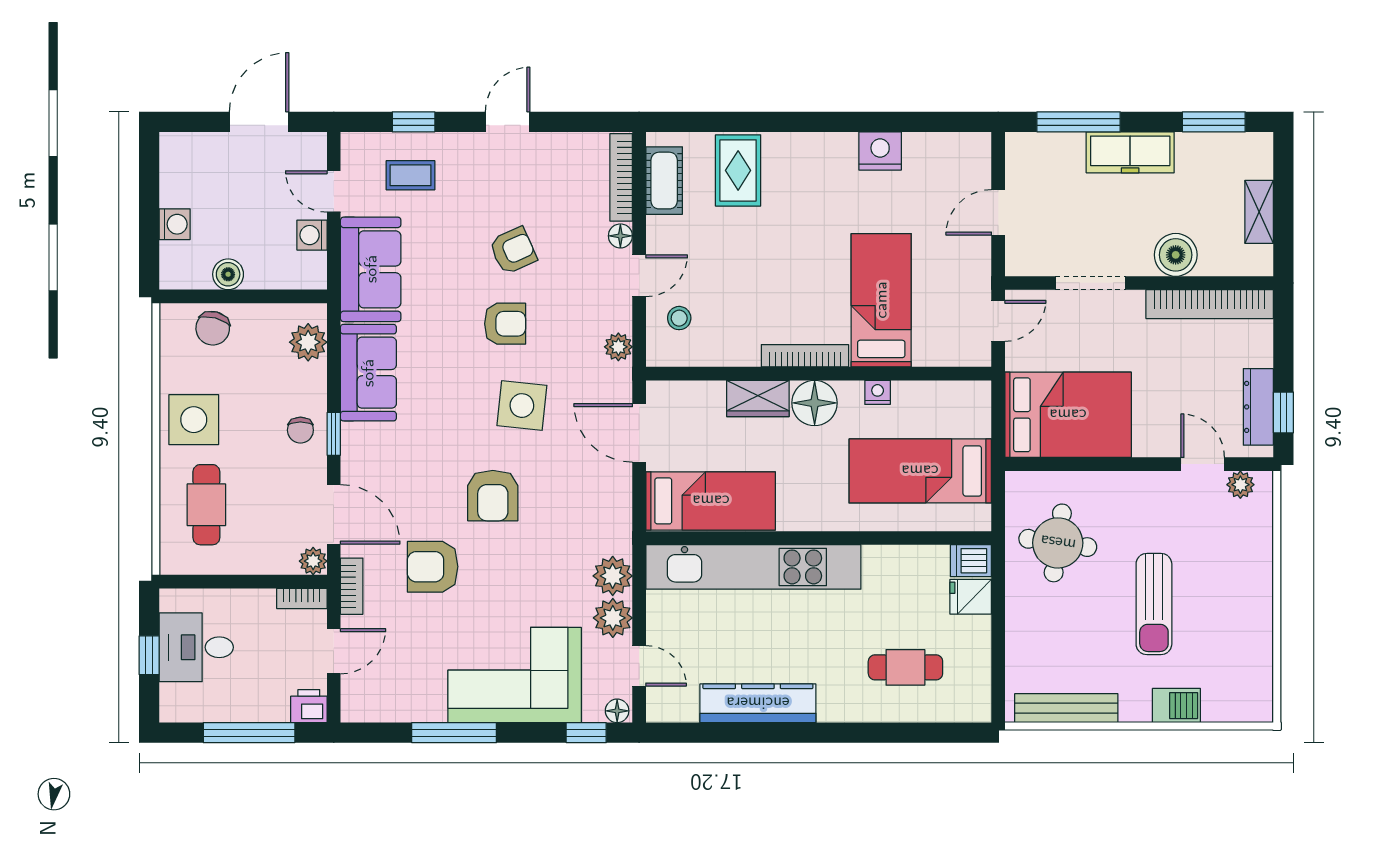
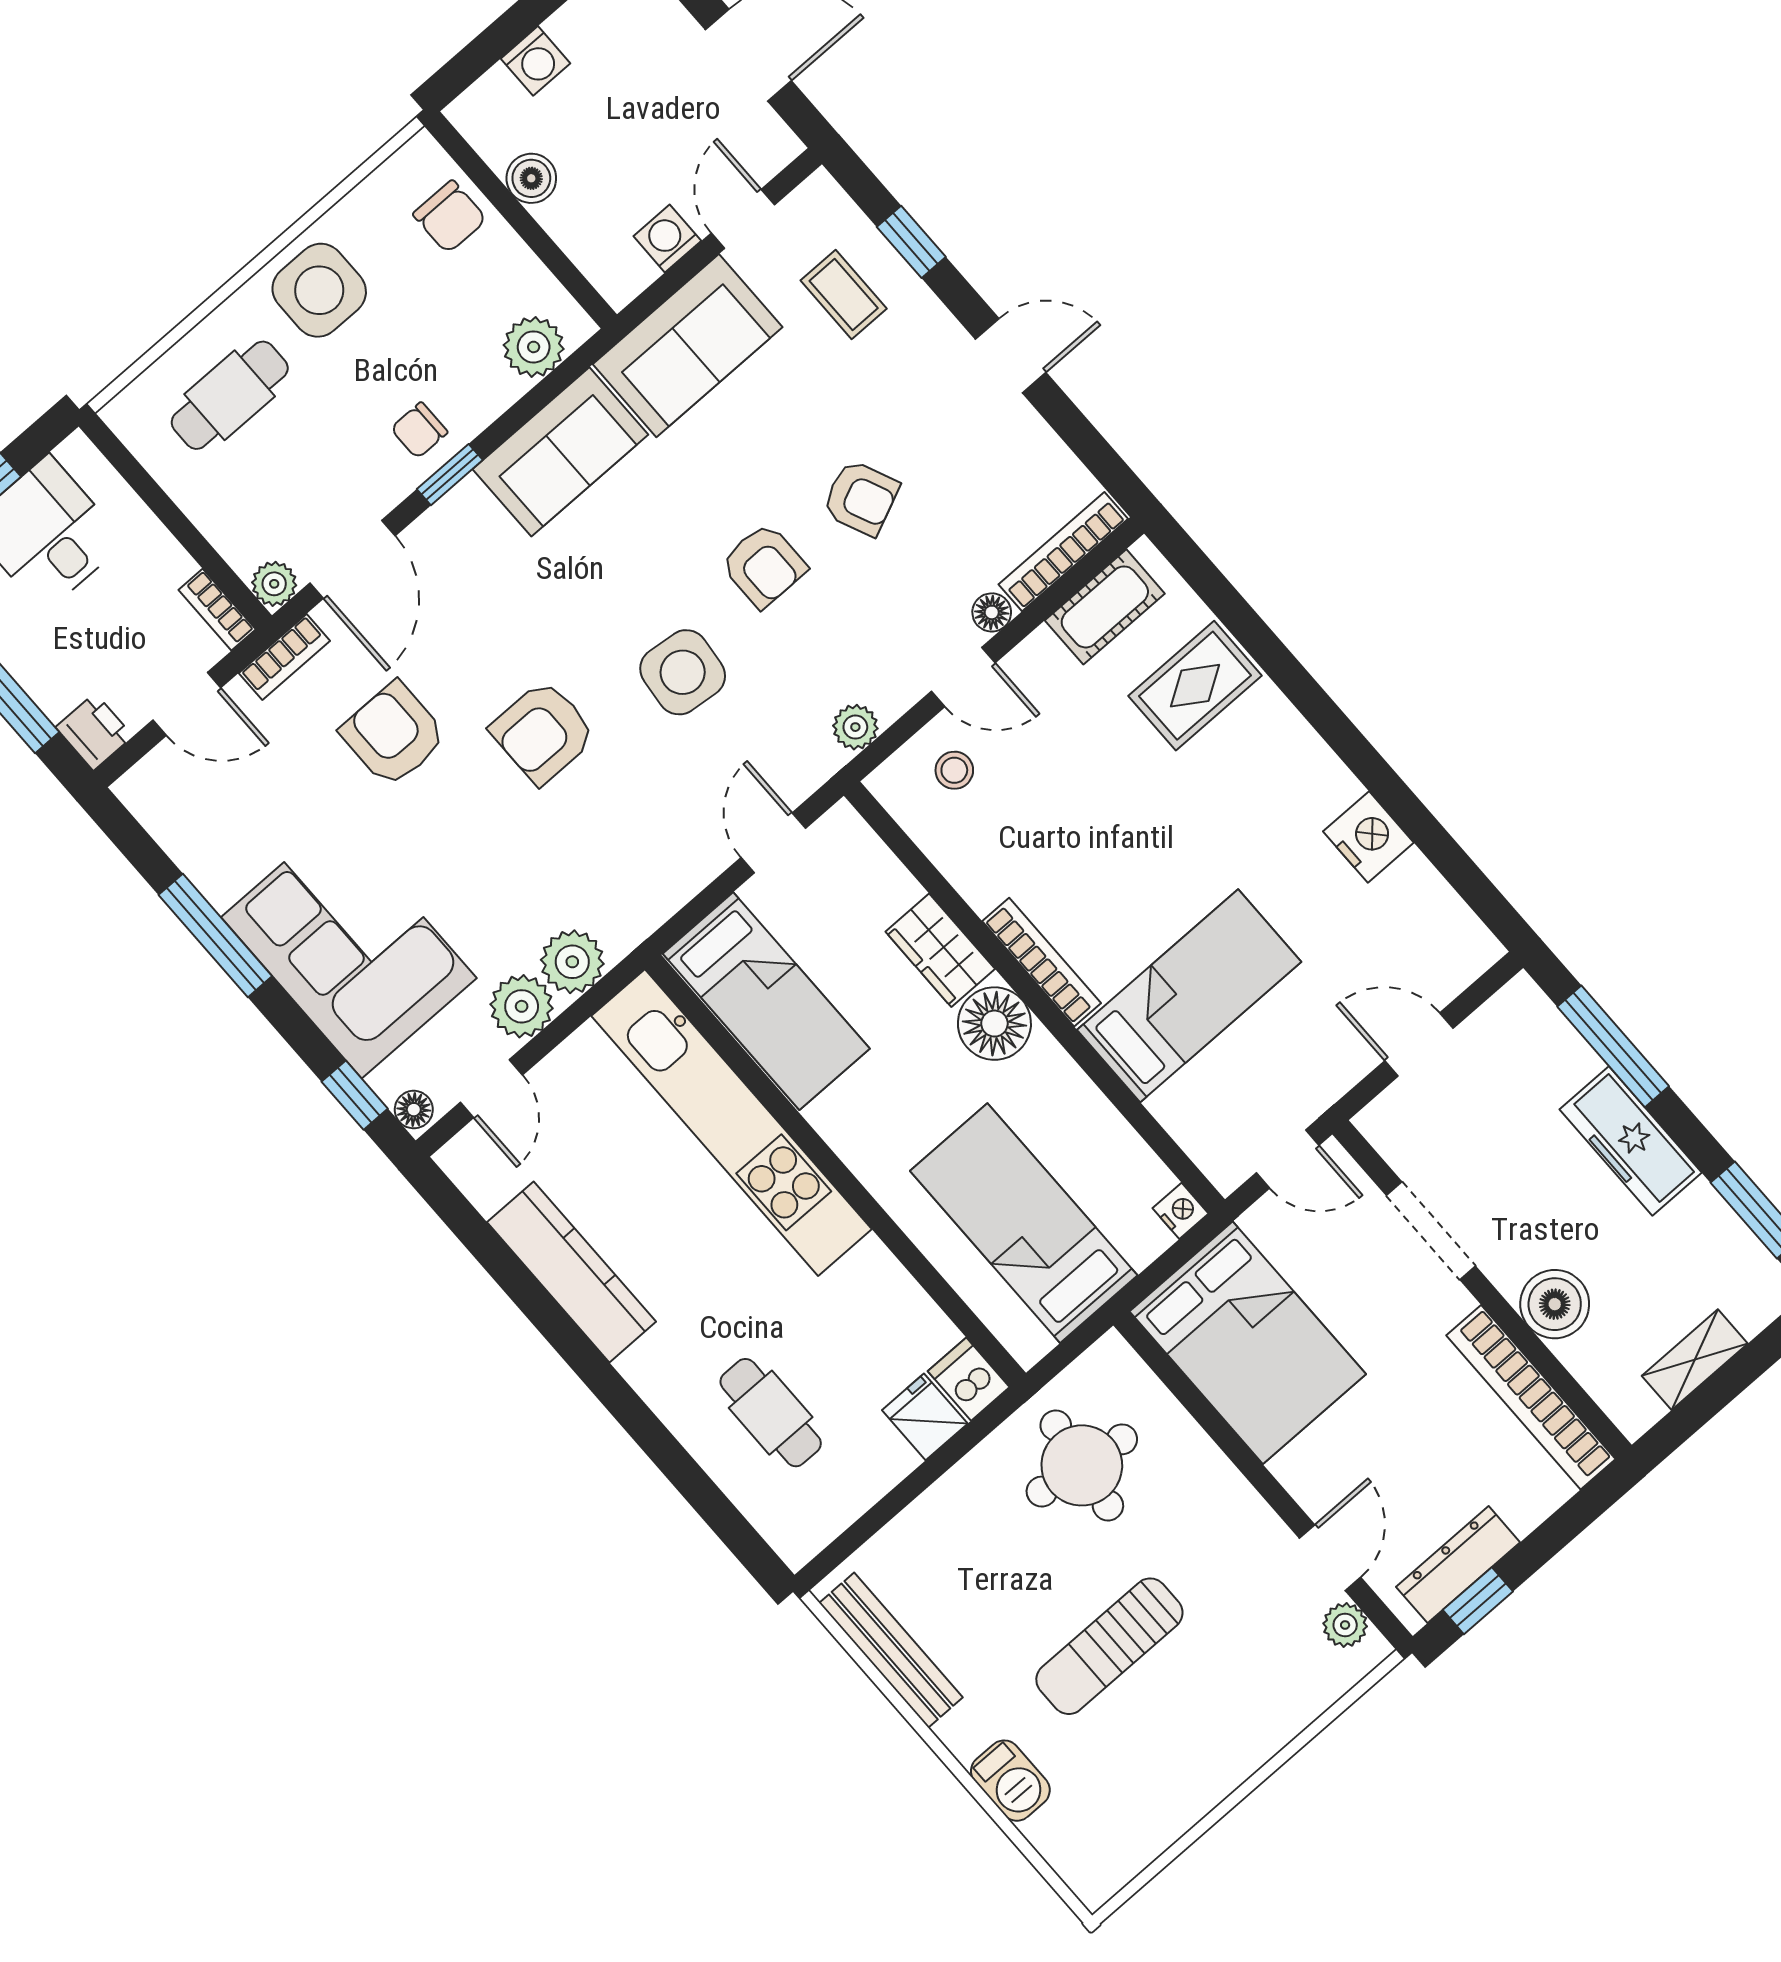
chair: (213, 328) -> (450, 217), turned -105
nightstand: (878, 392) -> (1180, 1211), moved
door: (639, 433) -> (773, 843), width x0.73

